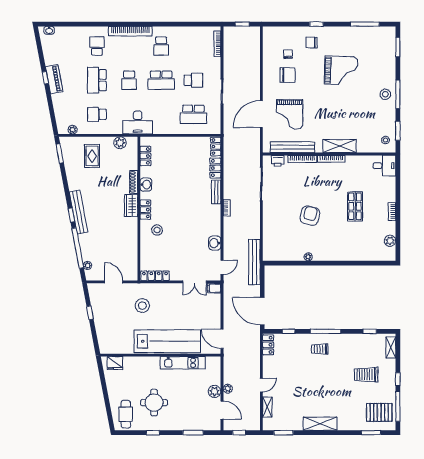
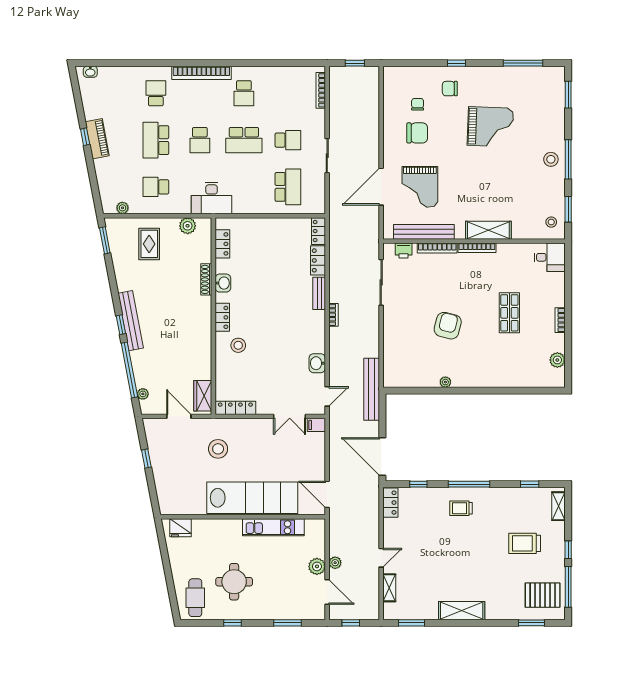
school desk: (193, 114) -> (288, 187), turned -90
wardrobe: (131, 205) -> (203, 396), moved

